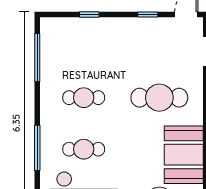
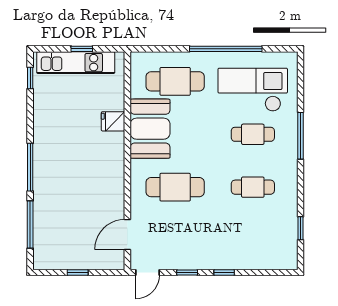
window: (89, 15) -> (224, 272), moved
window: (37, 58) -> (301, 228), width x0.46

